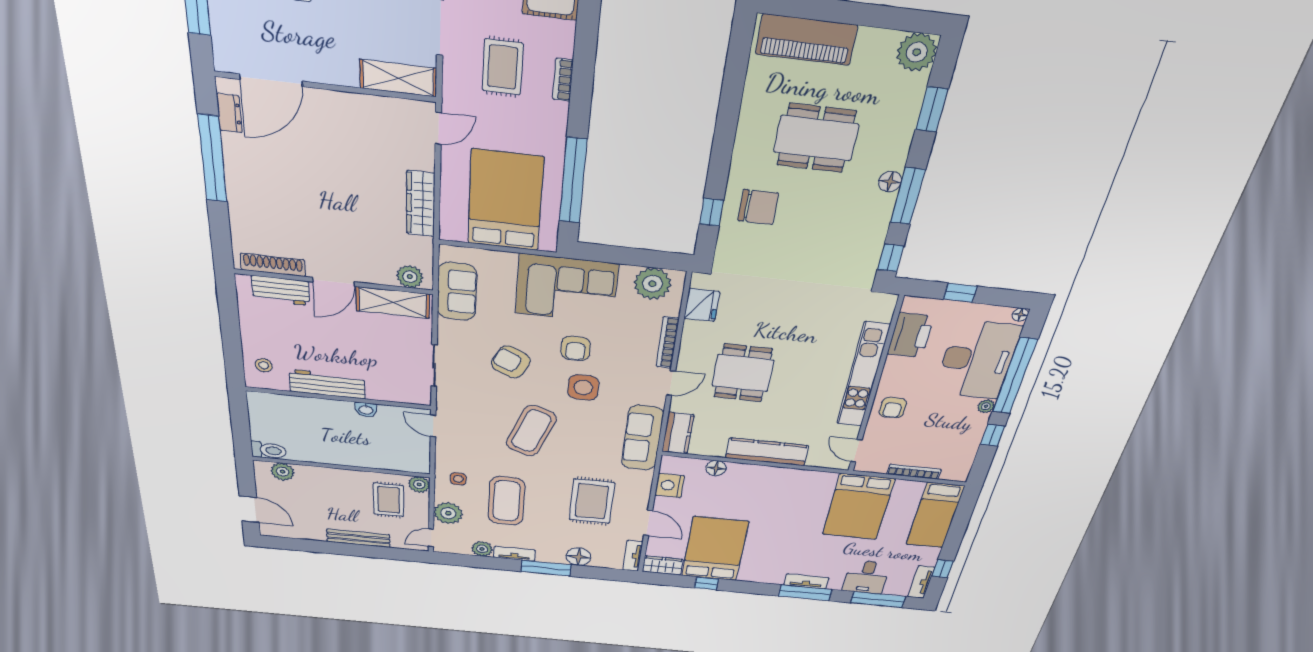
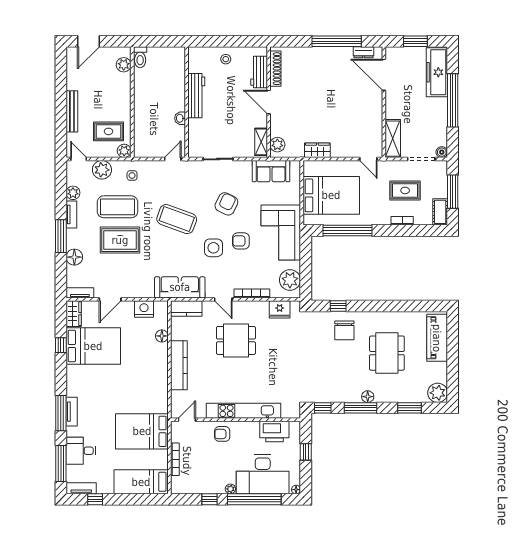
wardrobe: (421, 204) -> (317, 150), width x0.67
shelving: (393, 303) -> (261, 142), width x0.67, depth x0.75
stool: (264, 365) -> (226, 59), moved
rug: (592, 501) -> (120, 240), moved

